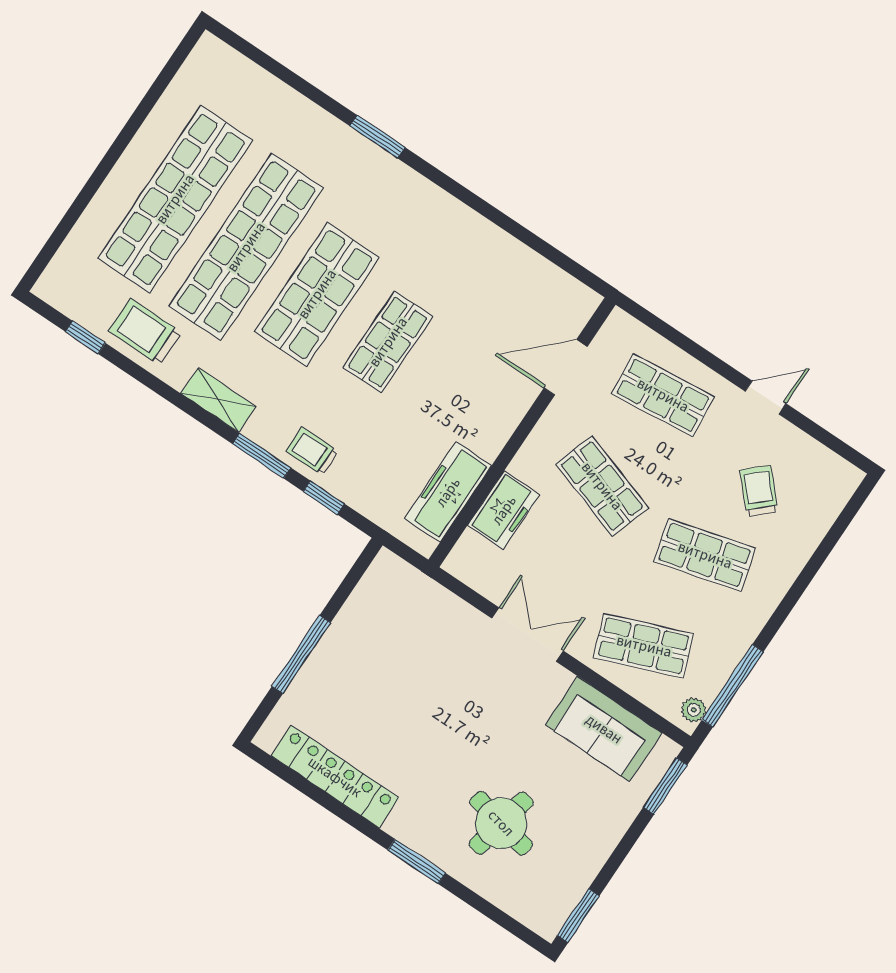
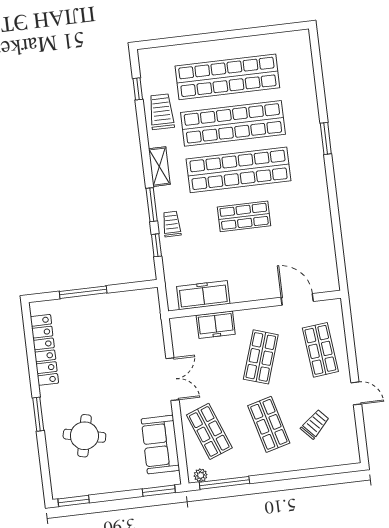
shop shelf: (317, 294) -> (239, 170), width x1.40

